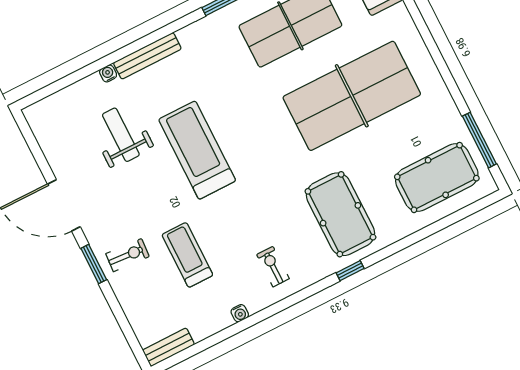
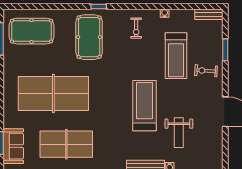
treadmill: (197, 150) -> (144, 106), turned 180
treadmill: (187, 255) -> (176, 56), width x1.37, depth x1.38
window: (94, 264) -> (225, 50), moved

